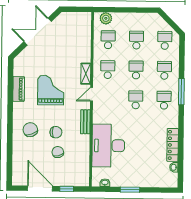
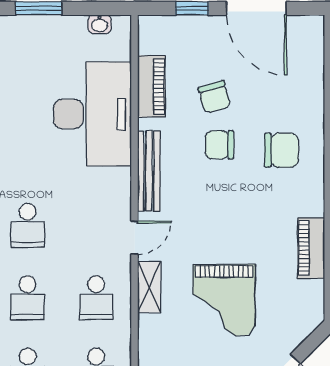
grand piano: (51, 90) -> (224, 300), moved
bench: (85, 122) -> (149, 171), width x1.36
chair: (30, 130) -> (282, 150), turned -70
piano: (84, 157) -> (151, 86), added

